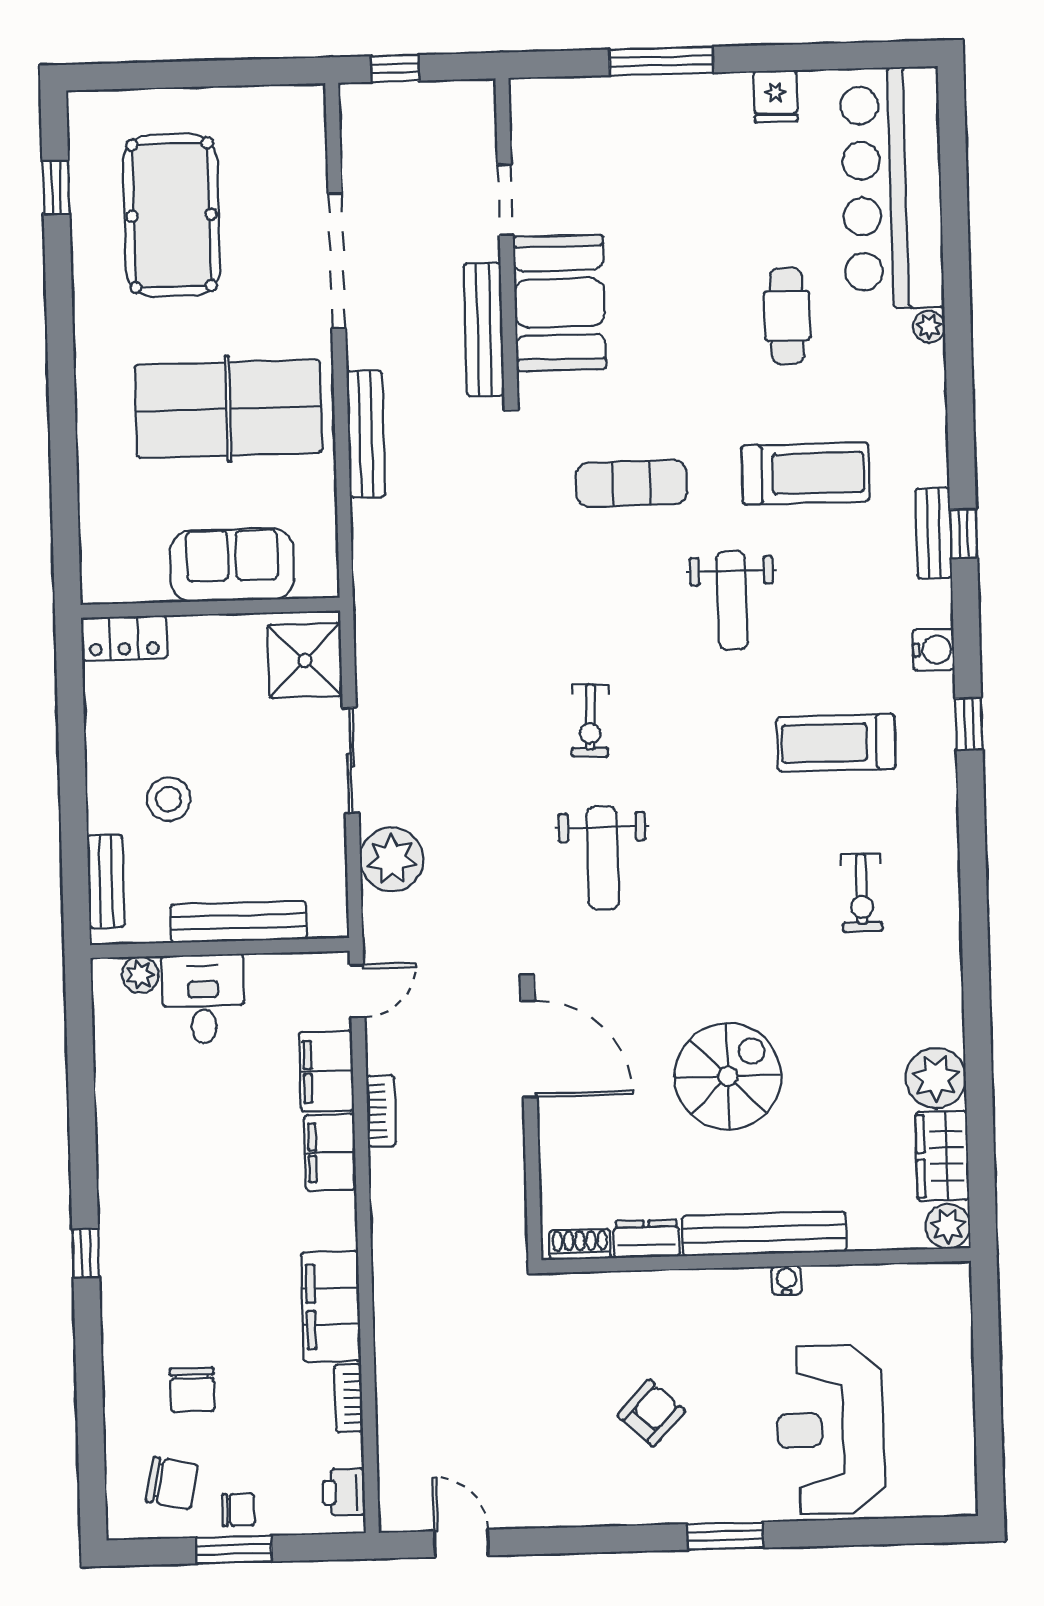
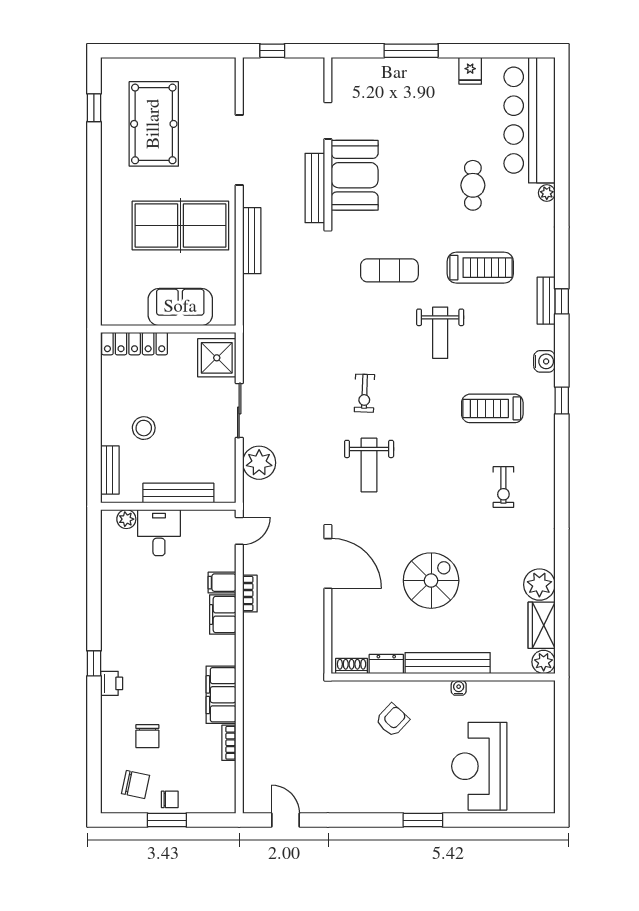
locker: (124, 638) -> (135, 344), width x1.53
filing cabinet: (326, 1071) -> (222, 583), width x0.50
armchair: (651, 1413) -> (392, 720), moved
printer: (344, 1492) -> (112, 683), moved, turned 180

